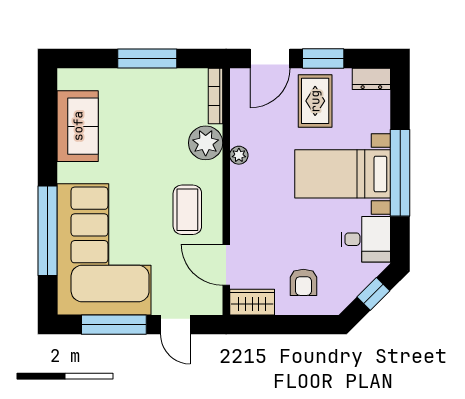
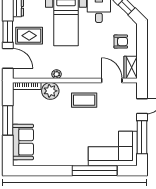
sofa: (78, 126) -> (23, 142), moved, turned 90
corner sofa: (104, 249) -> (113, 148), width x0.73, depth x0.74
door: (226, 265) -> (112, 81), swing flipped

